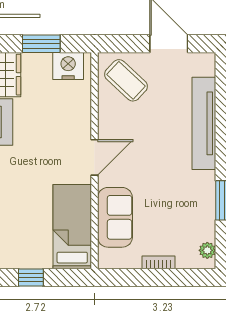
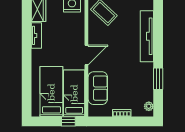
bed: (31, 224) -> (51, 92), added
window: (31, 278) -> (68, 121), moved

